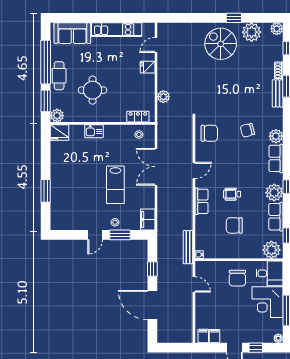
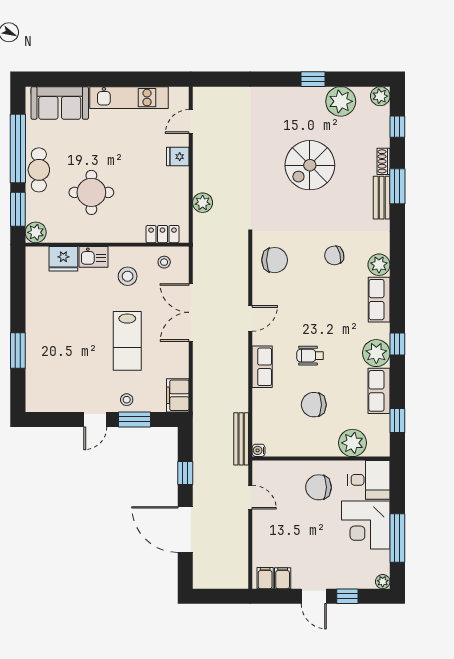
spiral stairs: (221, 44) -> (310, 165), moved, turned -90
fridge: (60, 132) -> (63, 259), moved
stool: (116, 144) -> (128, 276), added
plant: (271, 250) -> (352, 443), moved
chair: (237, 278) -> (319, 487), turned 90

